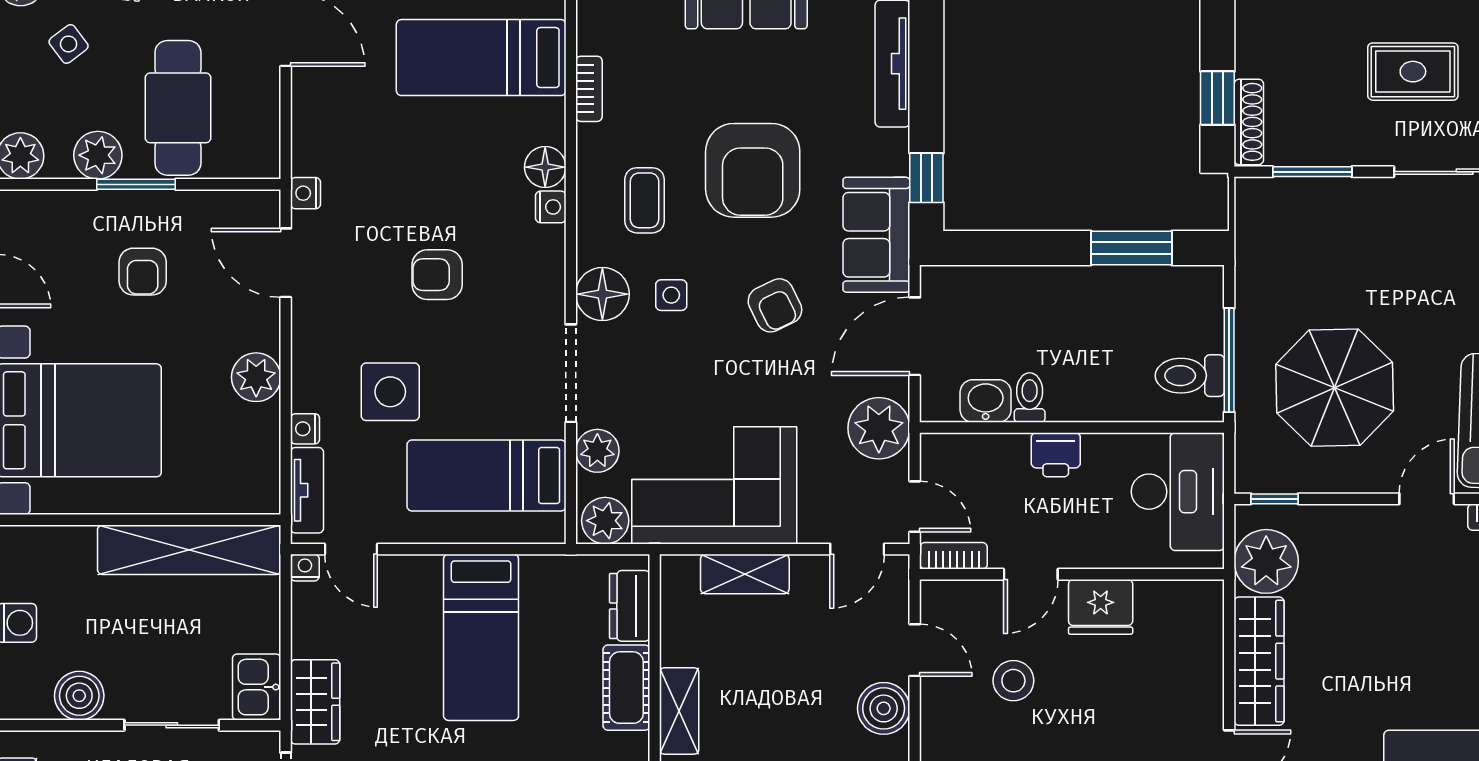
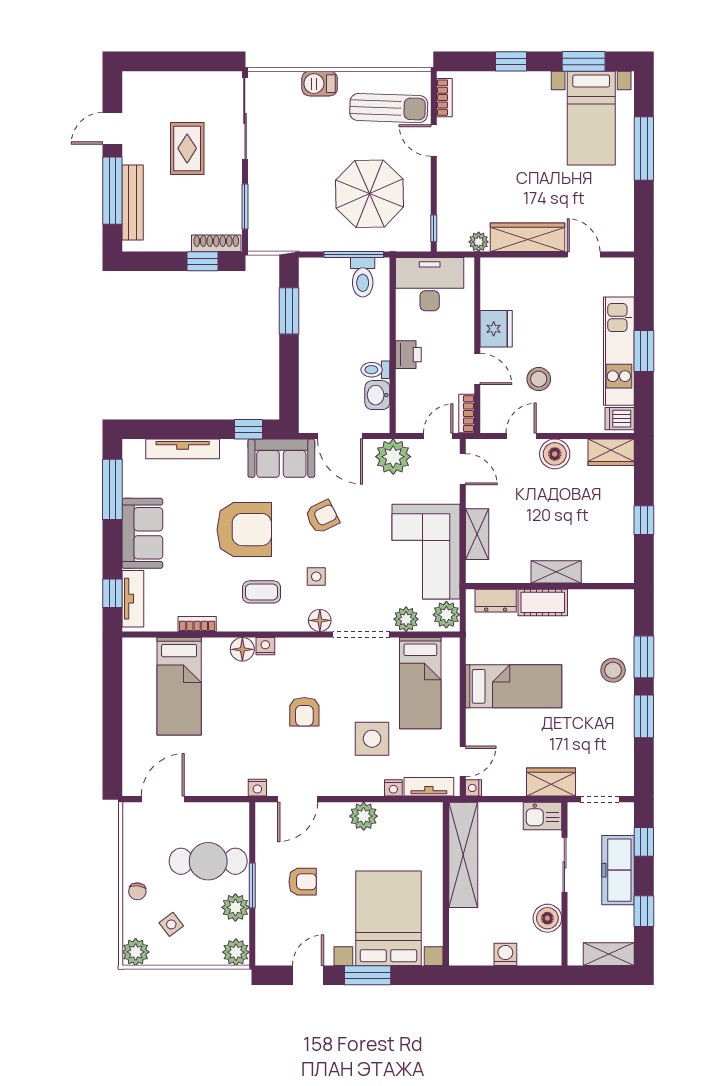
floor lamp: (602, 294) -> (320, 620), width x0.73, depth x0.73
plant: (1266, 561) -> (479, 242), width x0.53, depth x0.53

